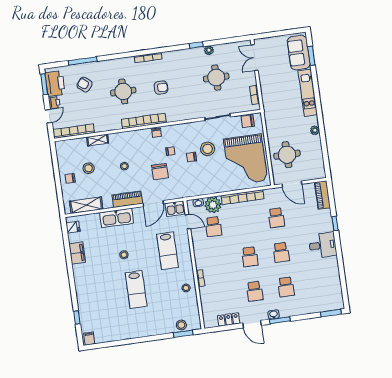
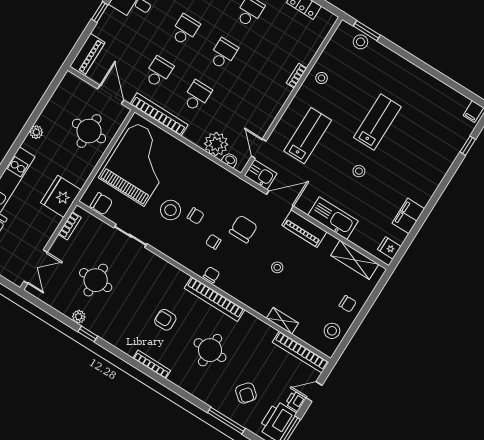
fridge: (273, 107) -> (61, 196), added
stool: (89, 168) -> (332, 331), moved
bookcase: (242, 197) -> (159, 114), moved
school desk: (213, 227) -> (197, 96), moved

